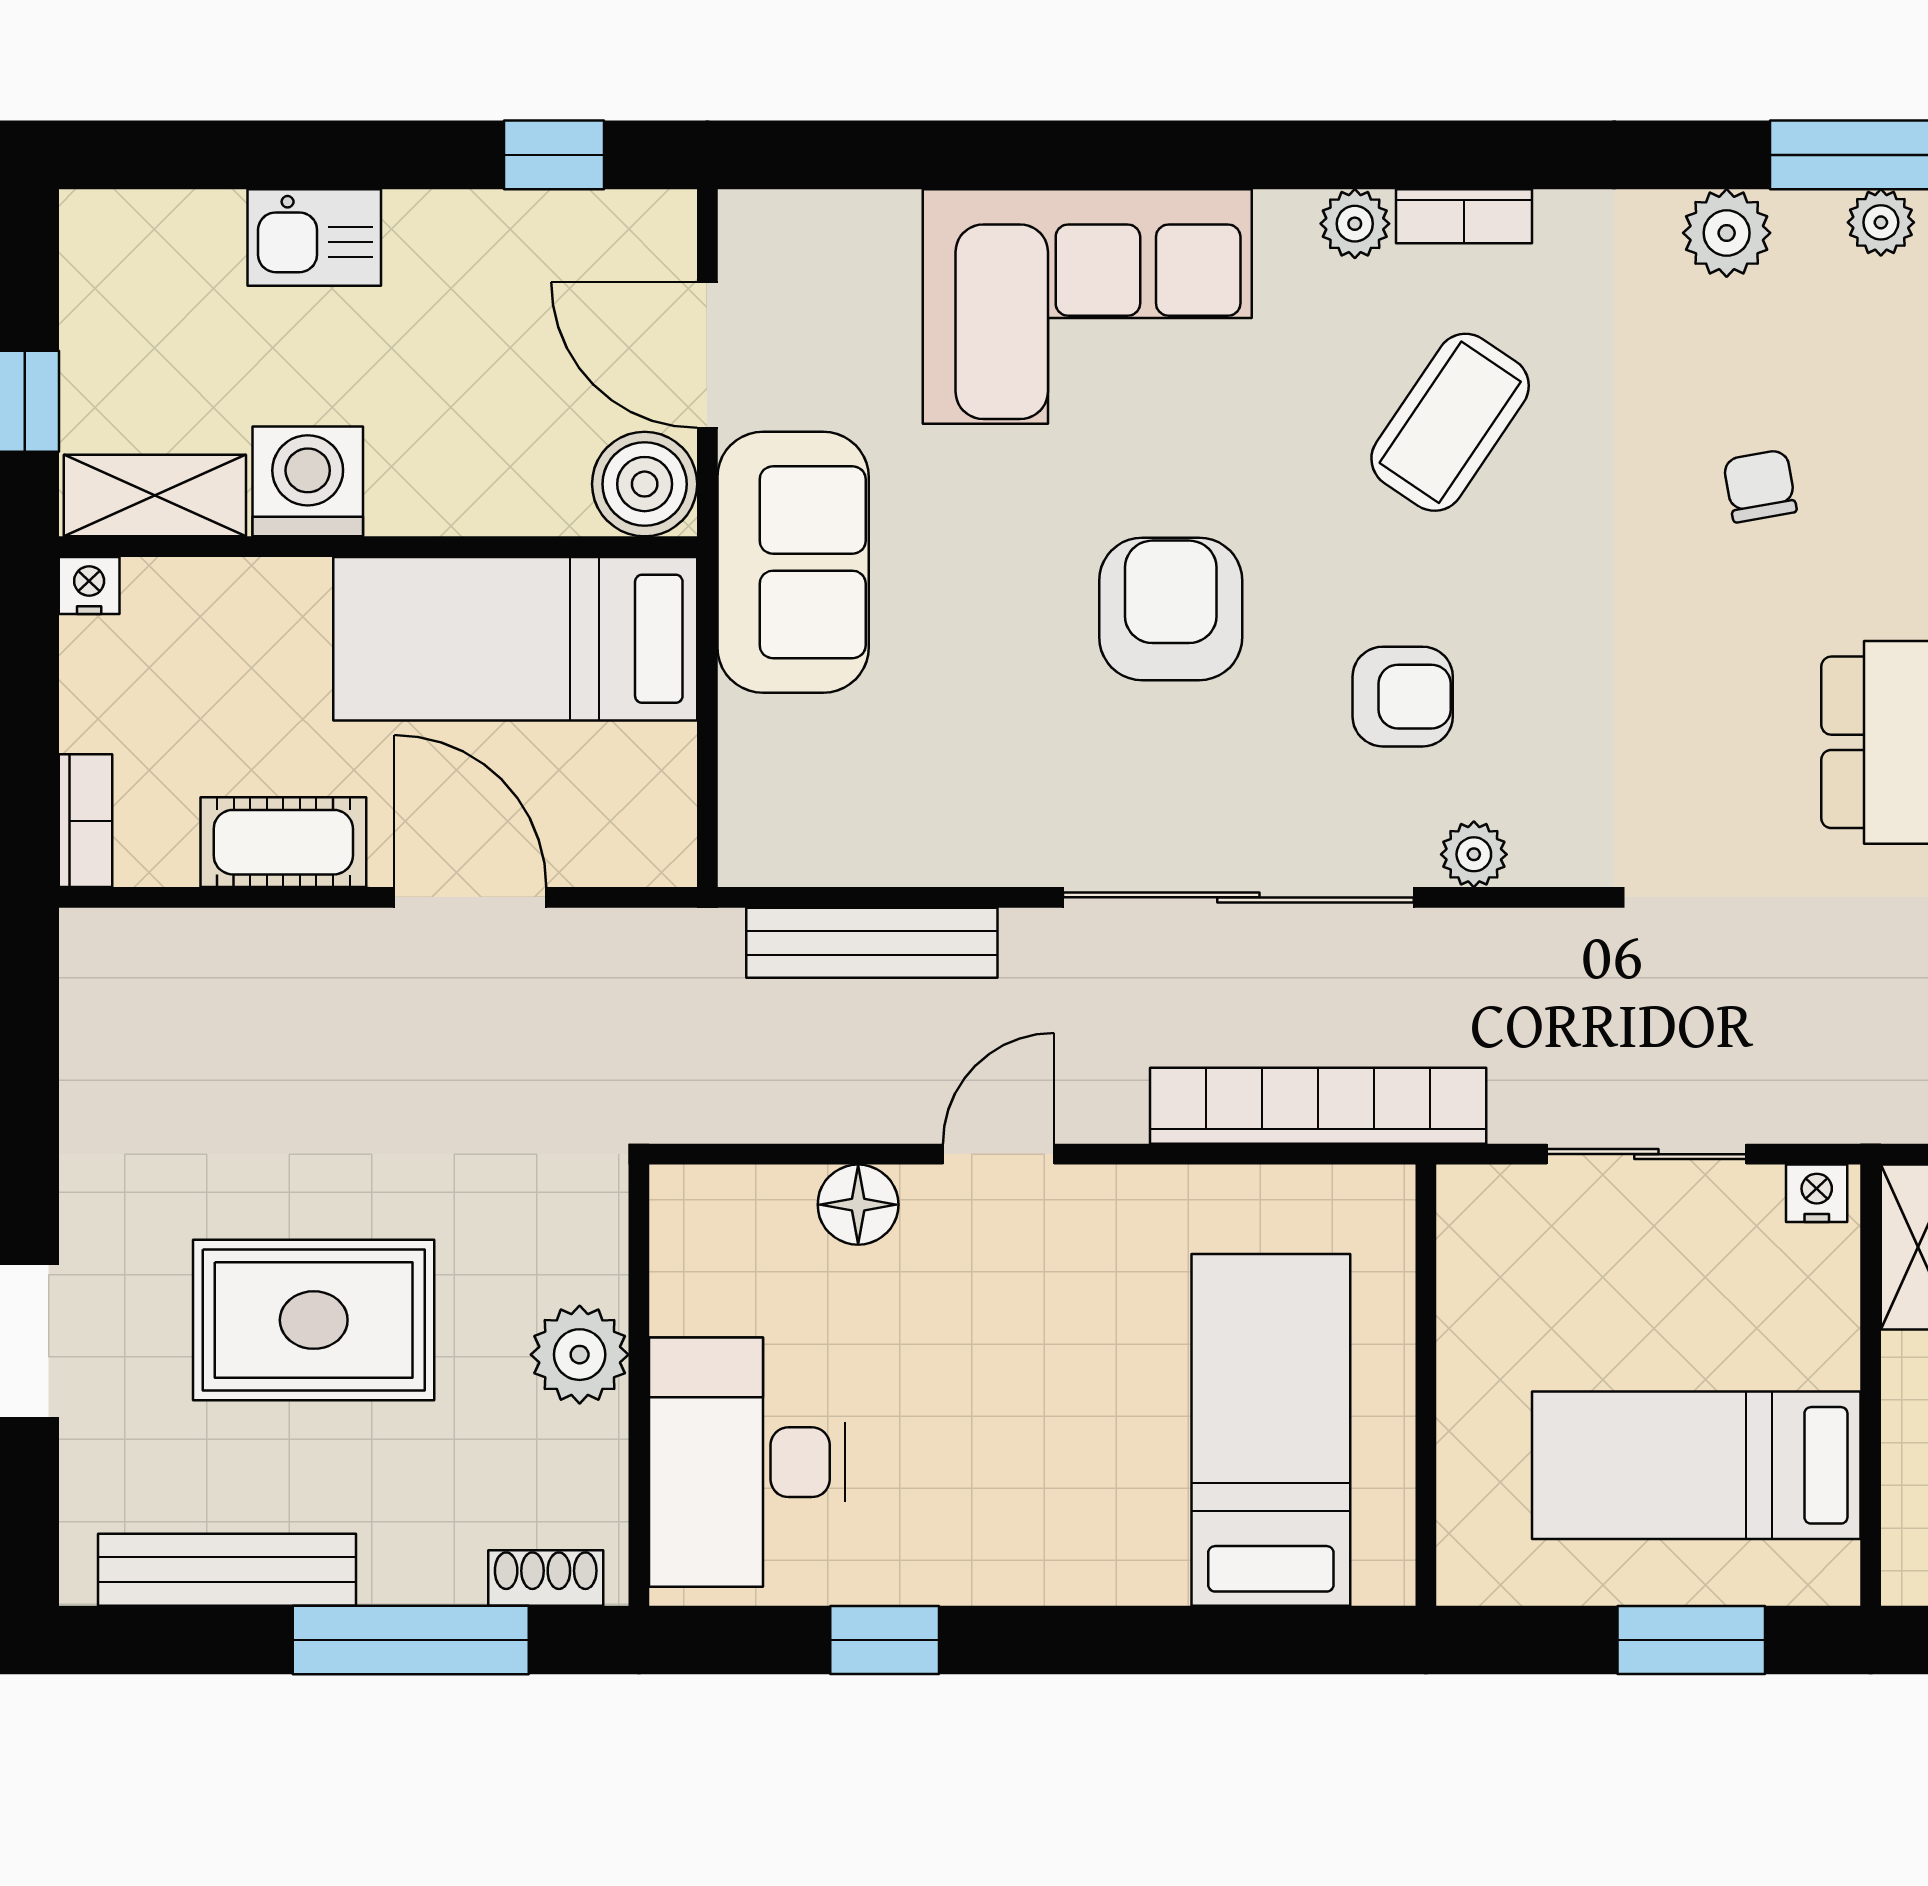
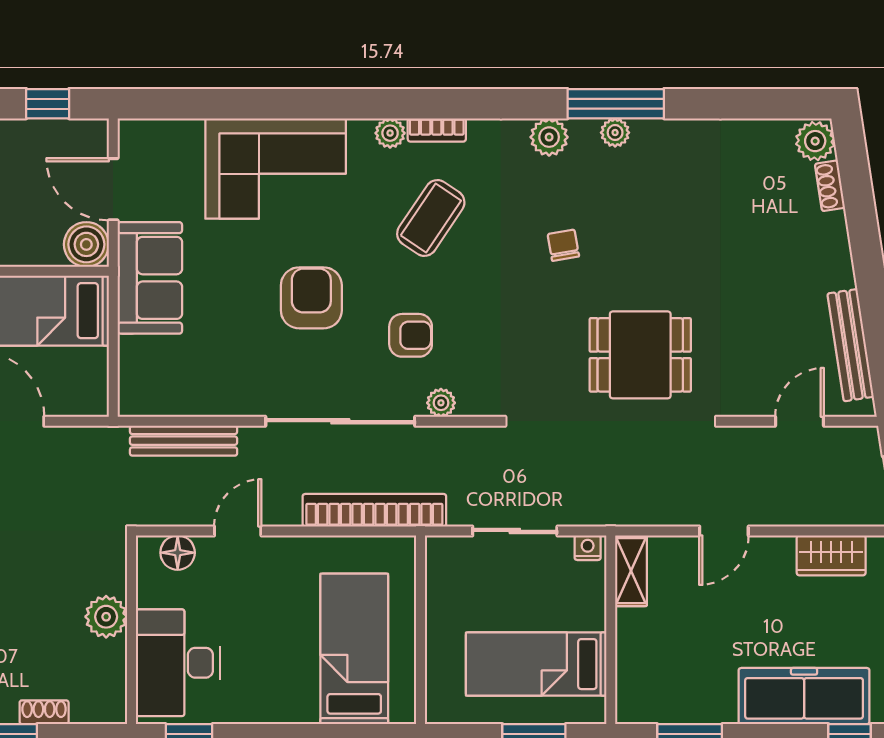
plant: (580, 1355) -> (106, 617), moved
wall: (639, 1385) -> (131, 630), moved
desk: (747, 1462) -> (178, 663), moved

